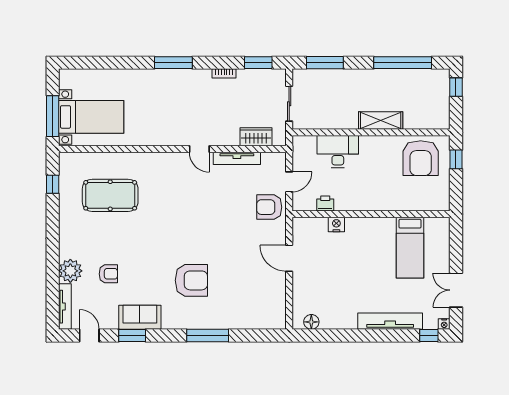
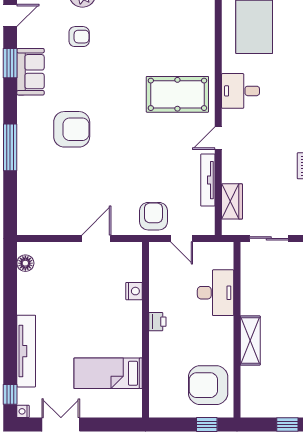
desk: (157, 129) -> (241, 91), added
pool table: (110, 195) -> (177, 94), moved, turned 90
printer: (325, 204) -> (157, 322), moved
armchair: (108, 274) -> (79, 37), turned -90
armchair: (191, 280) -> (72, 129), turned -90

